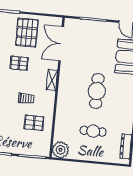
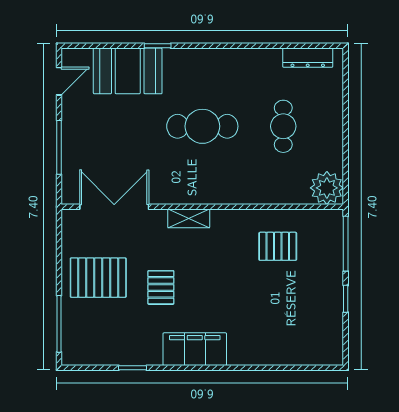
double door: (61, 44) -> (114, 207), swing flipped
trolley: (26, 98) -> (230, 266), removed
pallet: (34, 123) -> (278, 246), turned 90

